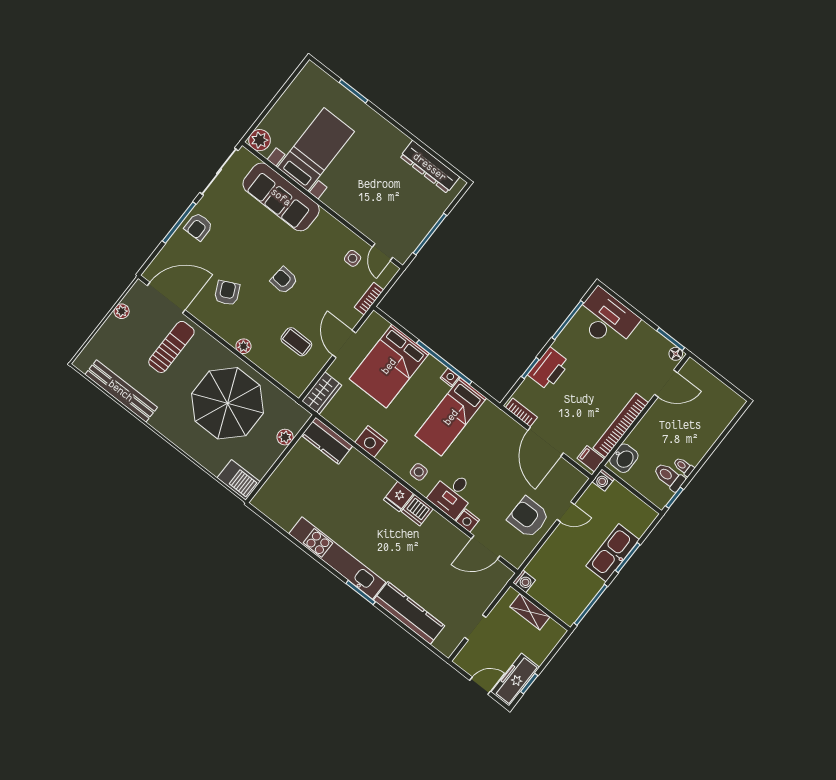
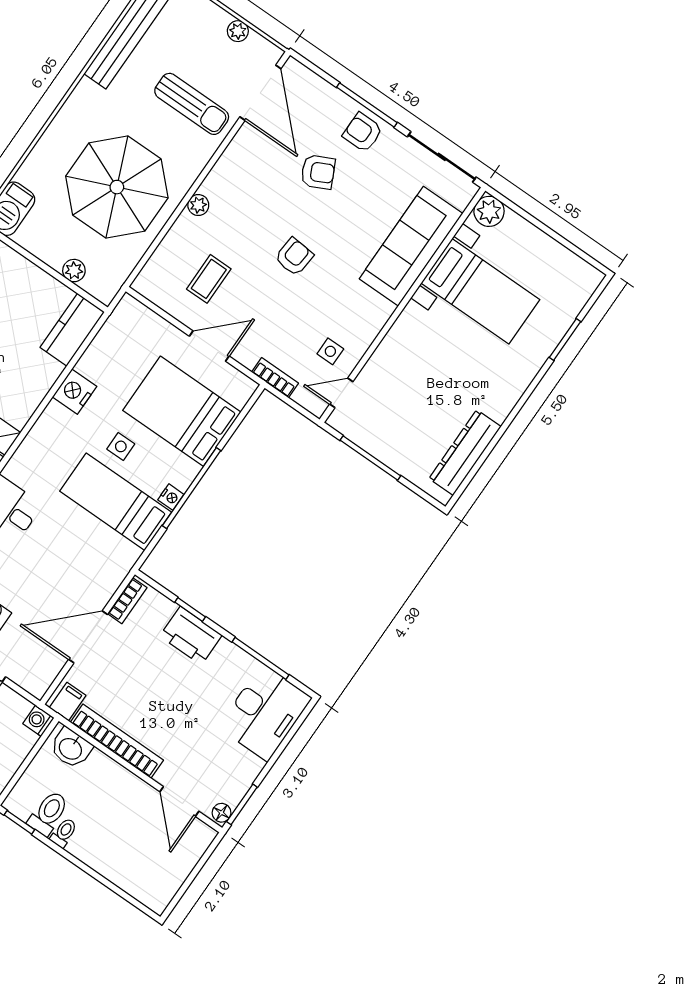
armchair: (227, 293) -> (318, 172), moved
wardrobe: (322, 393) -> (139, 319), removed
side table: (419, 472) -> (121, 446), moved

